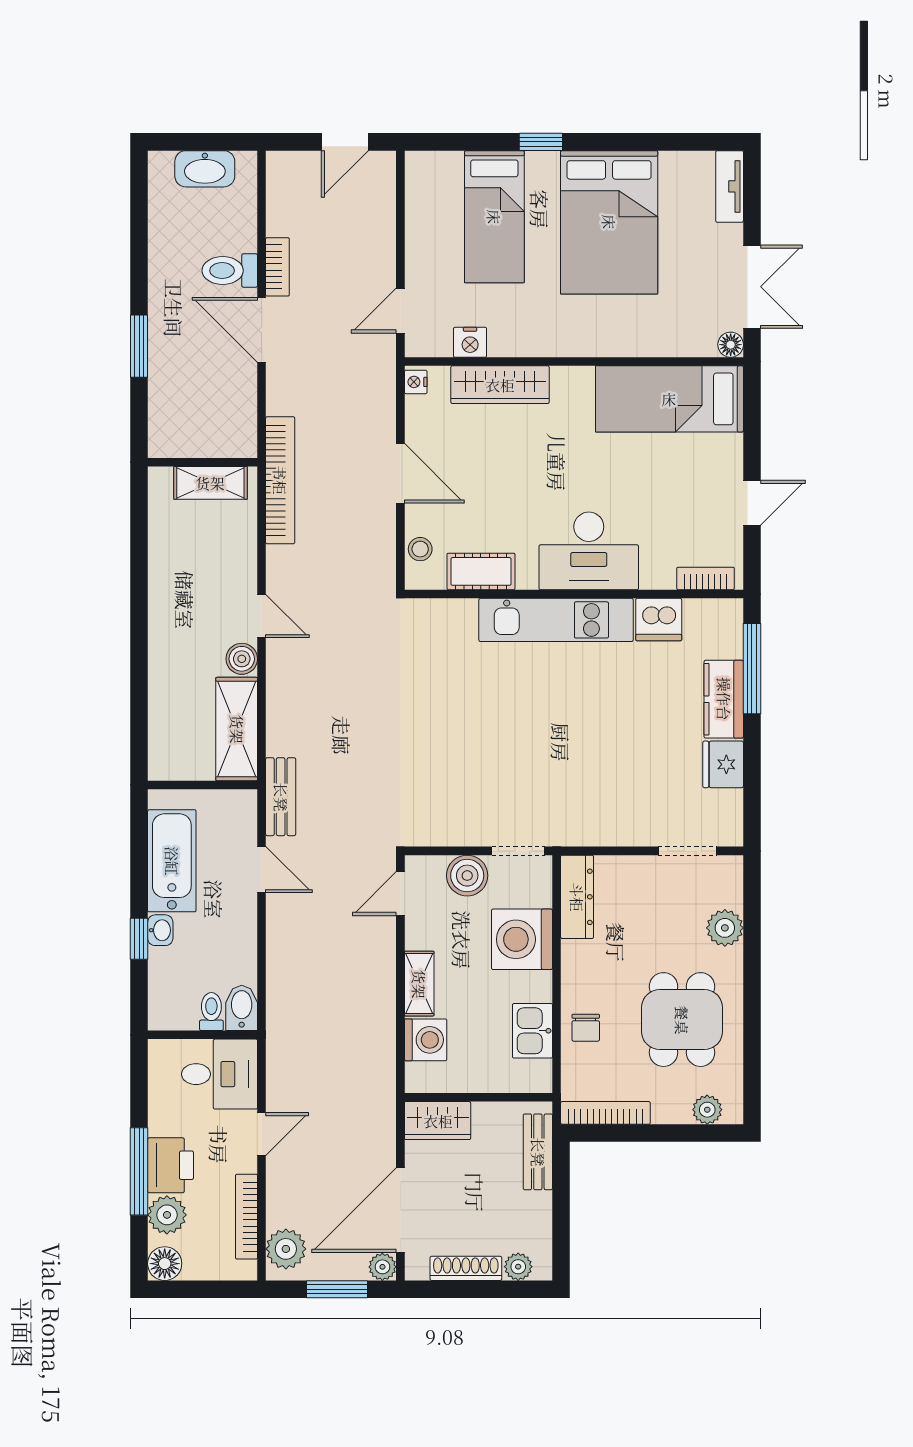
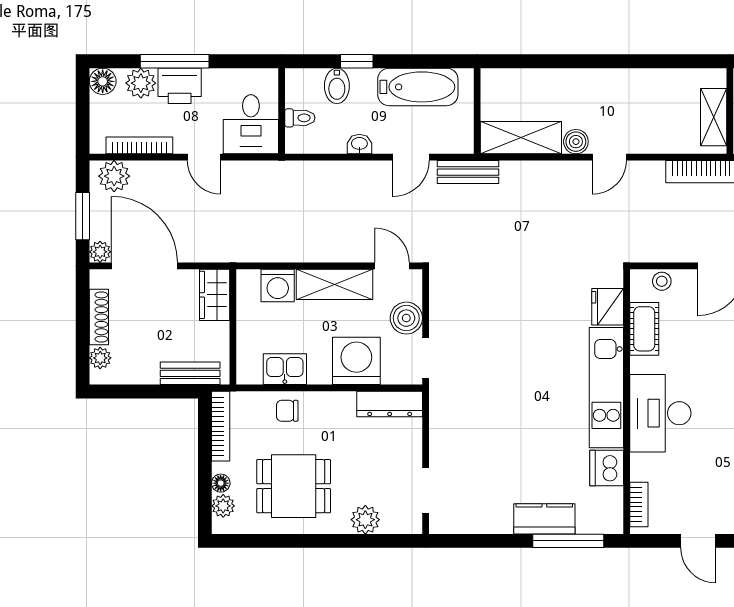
fridge: (723, 764) -> (608, 307), moved, turned -90
washbasin: (160, 930) -> (359, 144), moved, turned 180
shelving: (419, 984) -> (334, 284), width x1.50, depth x1.33
bidet: (242, 1008) -> (337, 86), moved, turned 90
floor lamp: (678, 1113) -> (221, 483), added

